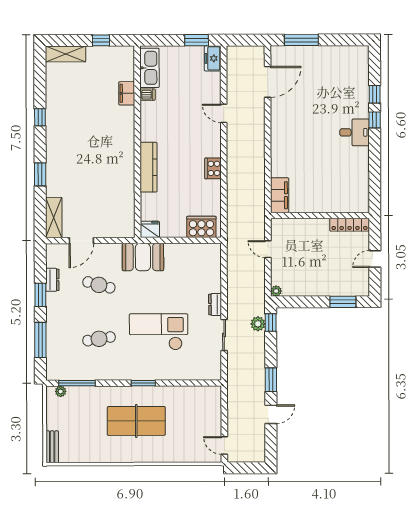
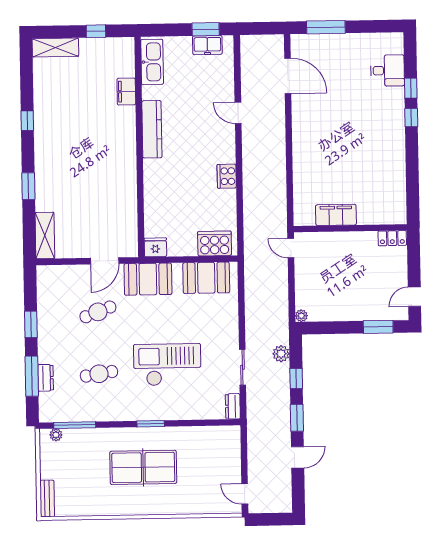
freezer: (213, 58) -> (207, 45), moved, turned -90
door: (268, 82) -> (288, 76), hinge flipped
dishwasher: (148, 95) -> (150, 93), removed
desk: (355, 132) -> (387, 70), moved
kitchen counter: (149, 167) -> (152, 129), moved
filing cabinet: (280, 195) -> (336, 215), moved, turned -90
locker: (350, 225) -> (392, 238), width x0.66
door: (81, 241) -> (105, 261), moved
door: (268, 249) -> (291, 248), moved
booth: (194, 257) -> (206, 278), added
door: (375, 259) -> (414, 297), moved
dresser: (52, 280) -> (46, 378), moved
cafe table: (99, 285) -> (98, 312), turned -36
dresser: (215, 304) -> (233, 406), moved
window: (271, 322) -> (296, 379), moved

